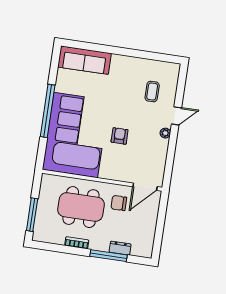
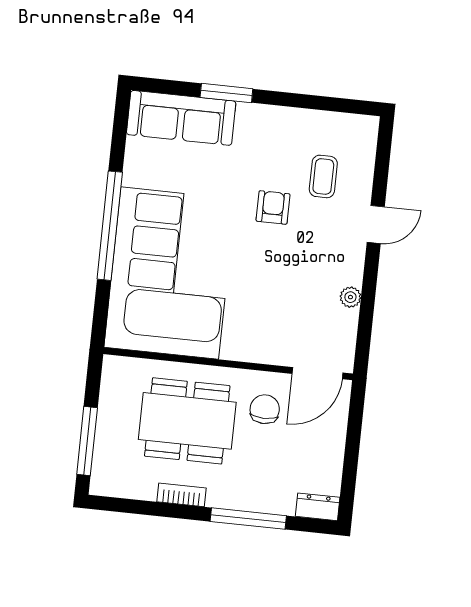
window: (107, 49) -> (226, 93), added
plant: (165, 133) -> (350, 297), moved
armchair: (120, 136) -> (273, 207), moved
chair: (119, 203) -> (265, 409), turned 90
dresser: (120, 248) -> (318, 507), moved

